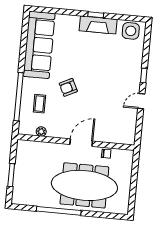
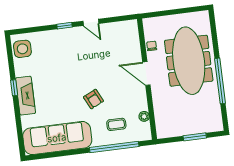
fireplace: (98, 25) -> (26, 96), moved

